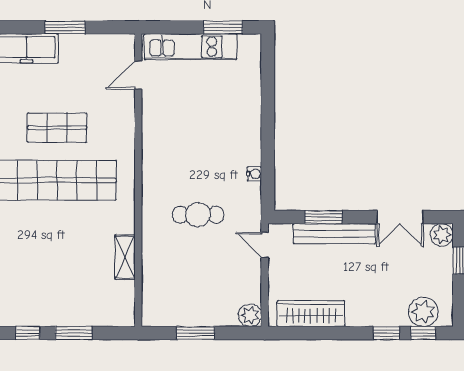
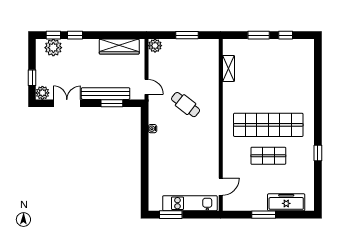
cafe table: (198, 215) -> (186, 105), turned 38
shelving: (125, 257) -> (228, 68), moved

